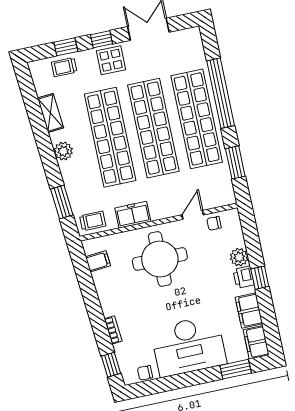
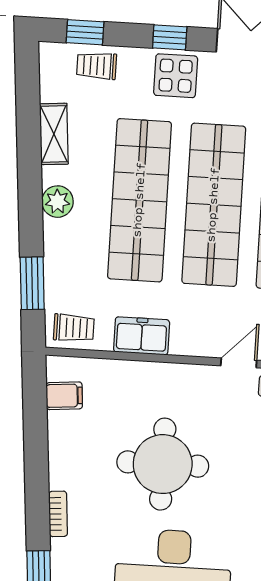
window: (66, 47) -> (85, 32), moved
round table: (160, 259) -> (163, 464), moved

